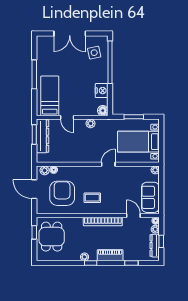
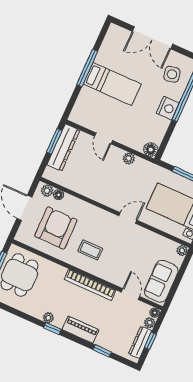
nightstand: (102, 91) -> (168, 108), moved
bed: (50, 96) -> (112, 84), moved, turned 90

